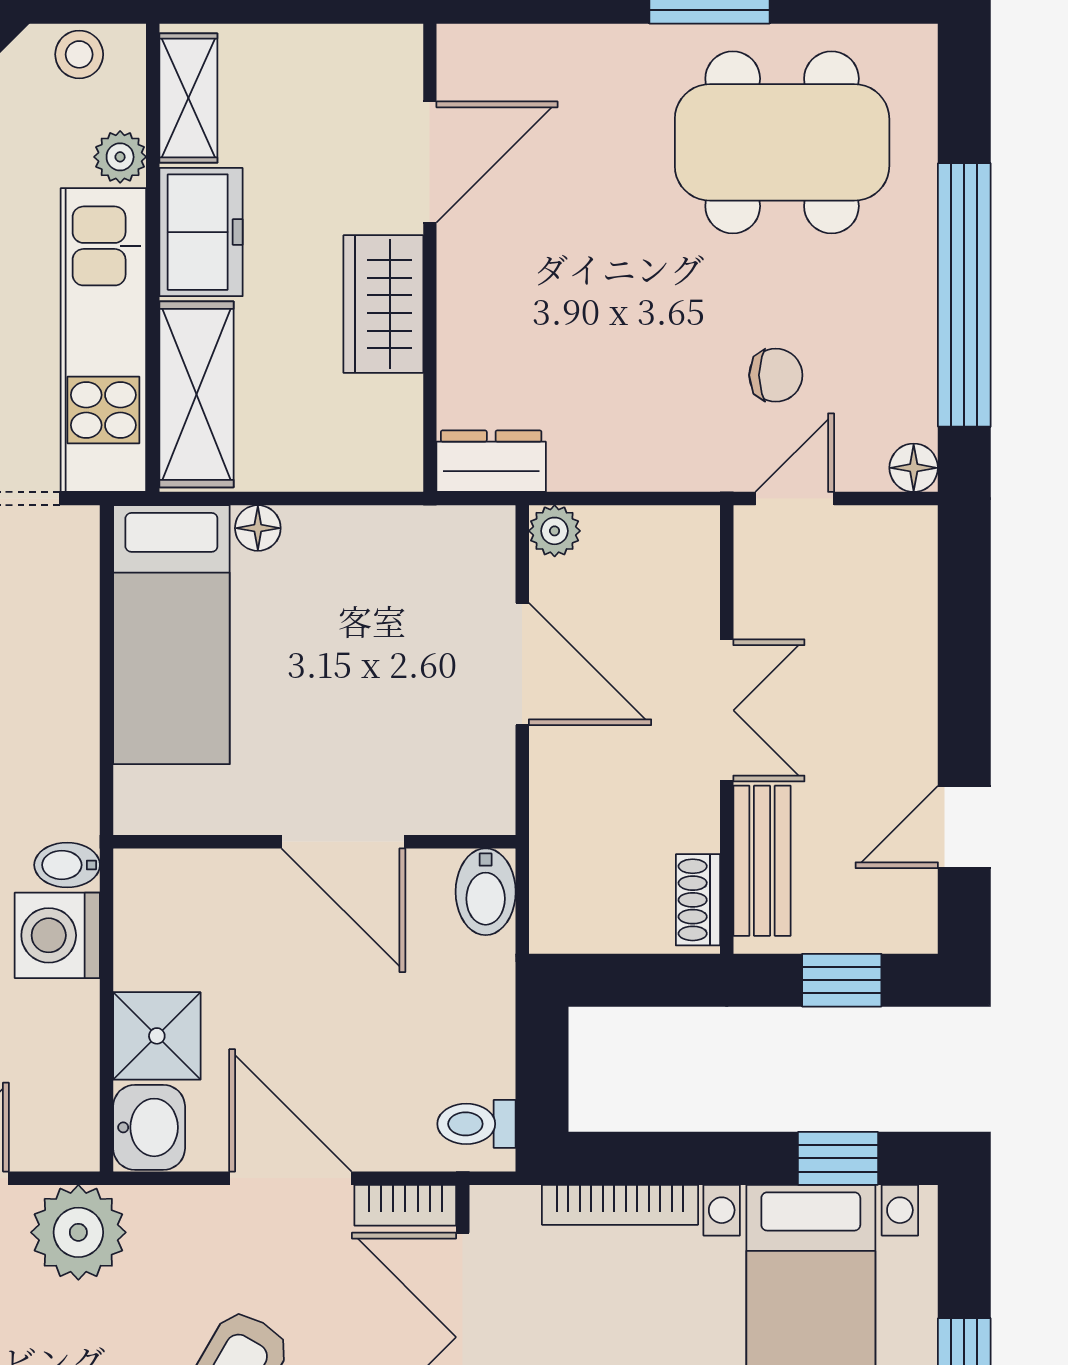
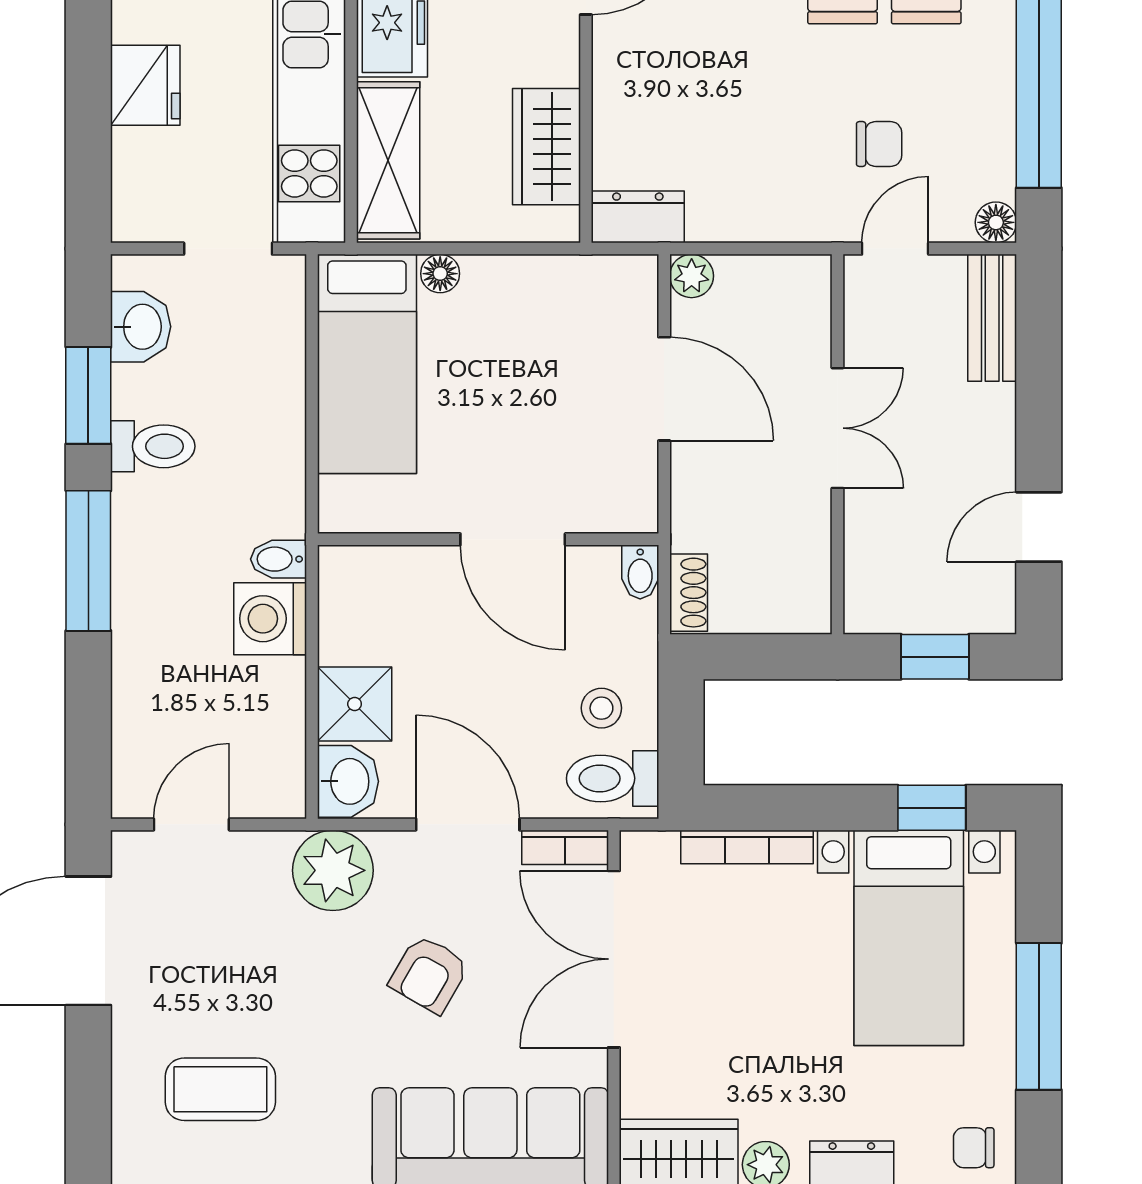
wardrobe: (383, 304) -> (546, 147), moved
bench: (762, 861) -> (992, 318), moved
bidet: (486, 892) -> (640, 572), width x0.72, depth x0.74
shoe rack: (698, 900) -> (689, 593), moved, turned 180
stool: (448, 1041) -> (601, 708), added
toilet: (476, 1124) -> (613, 778), width x1.37, depth x1.39
plant: (78, 1232) -> (333, 870), moved

